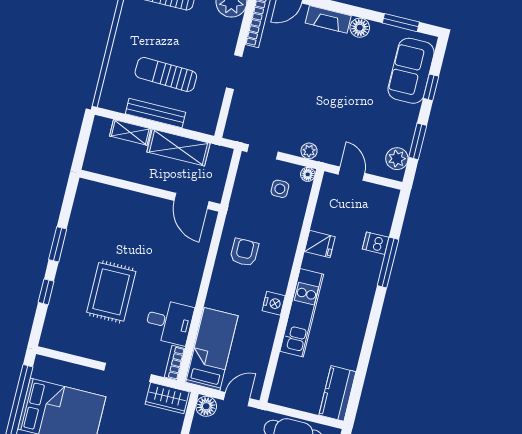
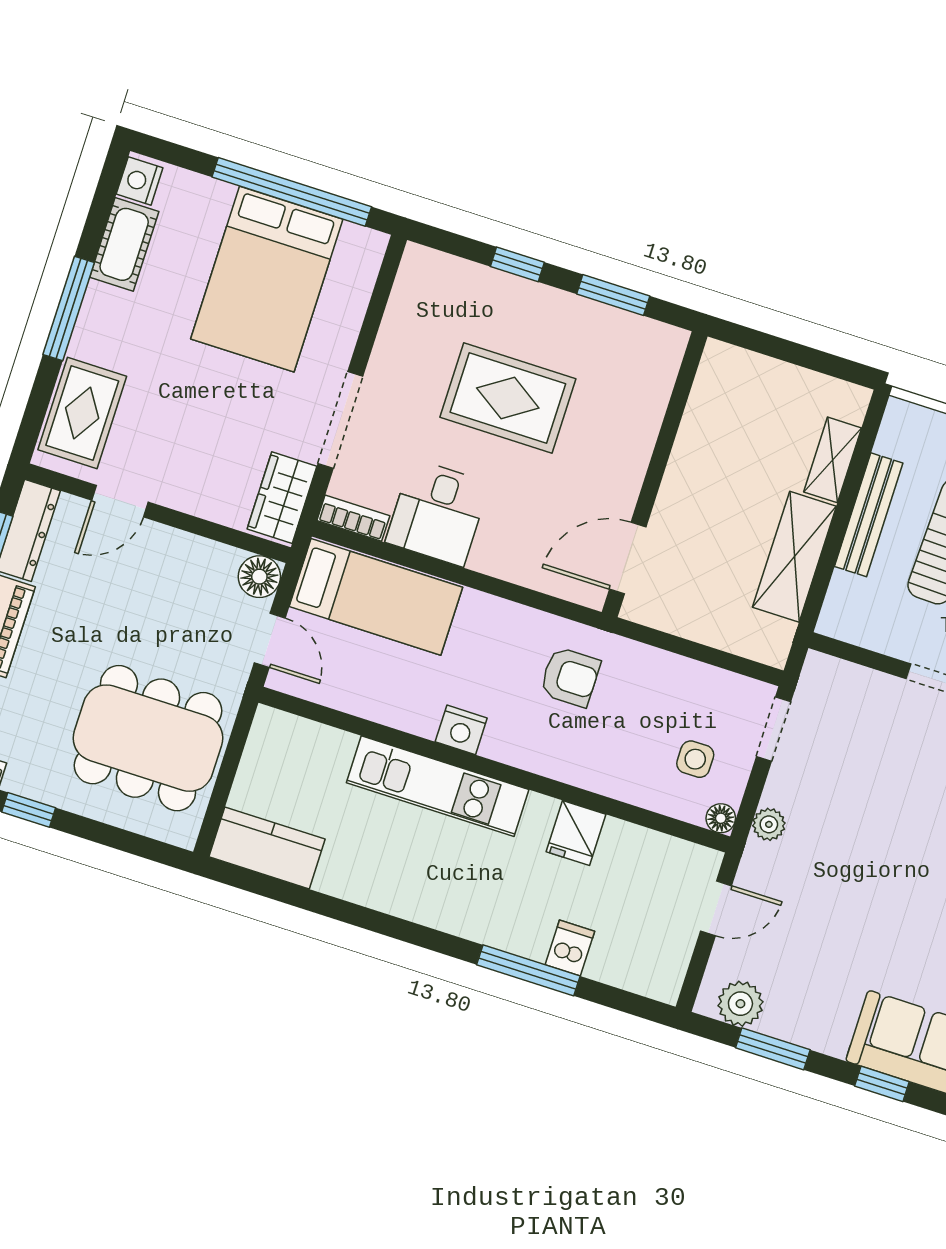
wall: (150, 191) -> (655, 474), moved
door: (191, 201) -> (628, 558), moved

